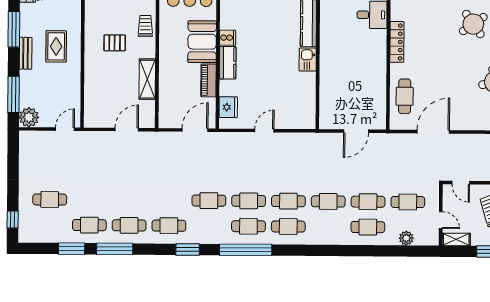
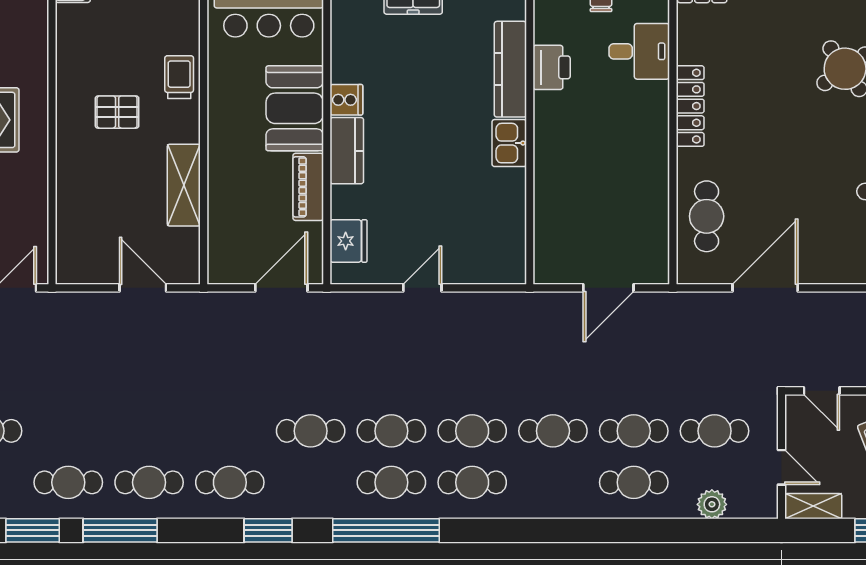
printer: (329, 22) -> (552, 67), added
door: (127, 130) -> (143, 288), hinge flipped

